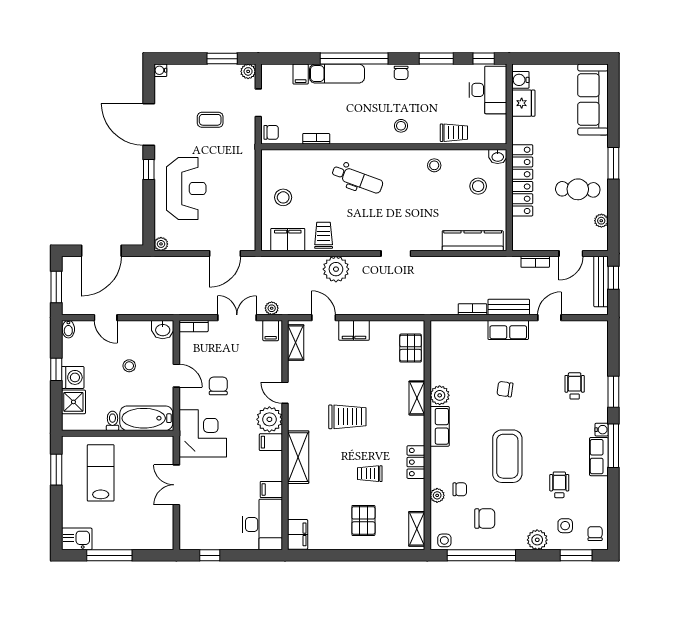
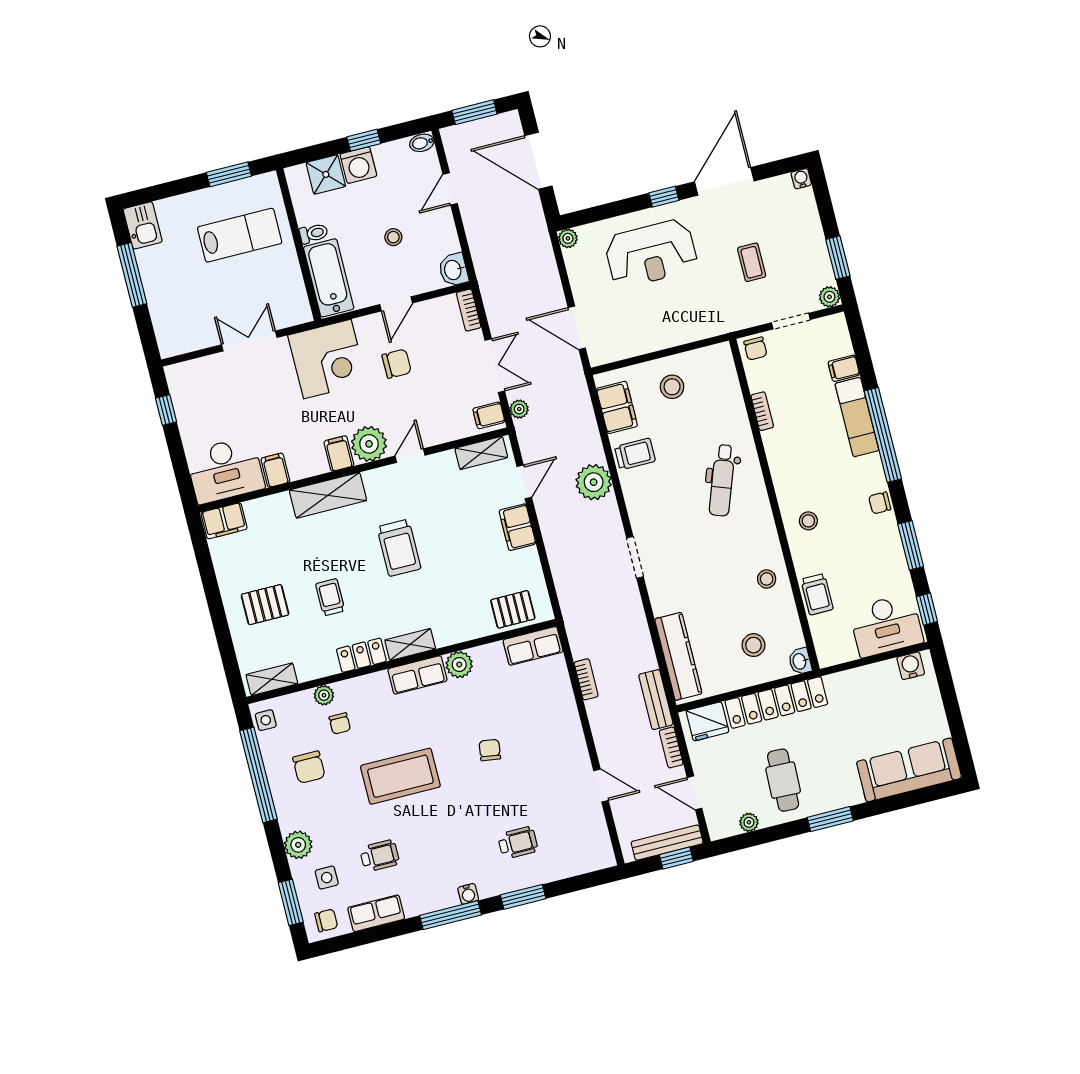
fridge: (523, 103) -> (707, 721), moved
bench: (509, 307) -> (656, 700), moved
row of seats: (508, 330) -> (533, 646), moved, turned -90
shelving: (417, 398) -> (410, 644), moved
row of seats: (599, 457) -> (376, 913), moved

